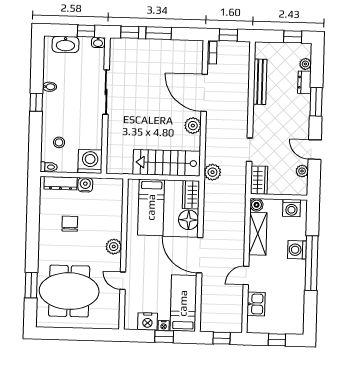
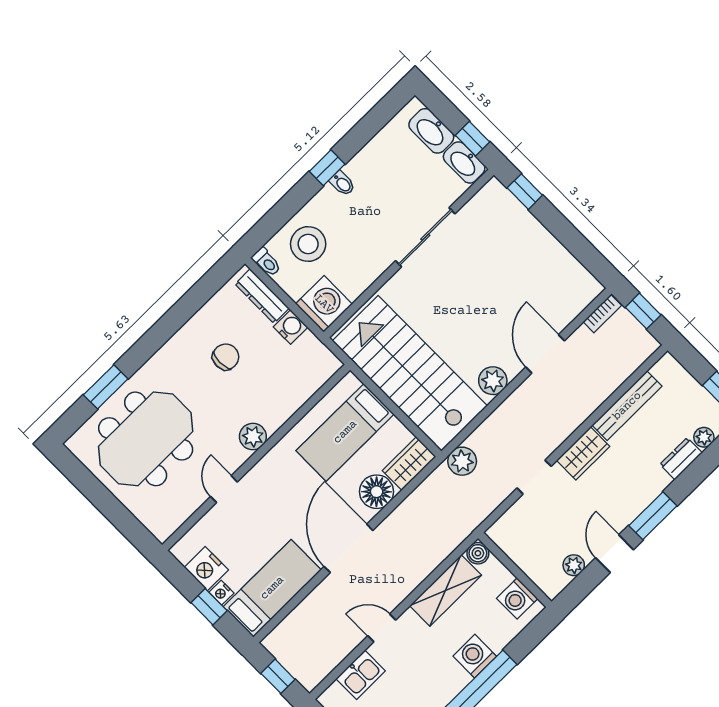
window: (159, 33) -> (559, 227), removed
washbasin: (98, 42) -> (464, 162), width x1.91, depth x1.45
bidet: (49, 87) -> (342, 183), moved
door: (204, 93) -> (545, 354), width x0.73
window: (316, 102) -> (653, 516), moved
stool: (59, 142) -> (308, 244), width x1.89, depth x1.89
stairs: (167, 163) -> (410, 373), width x1.36, depth x1.51
wardrobe: (259, 180) -> (583, 453), moved
meeting table: (69, 291) -> (146, 439), turned 90

